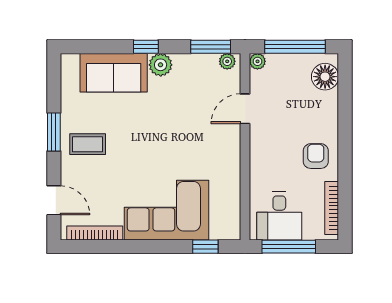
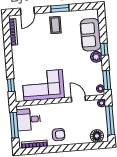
corner sofa: (167, 210) -> (43, 85), moved, turned -90

